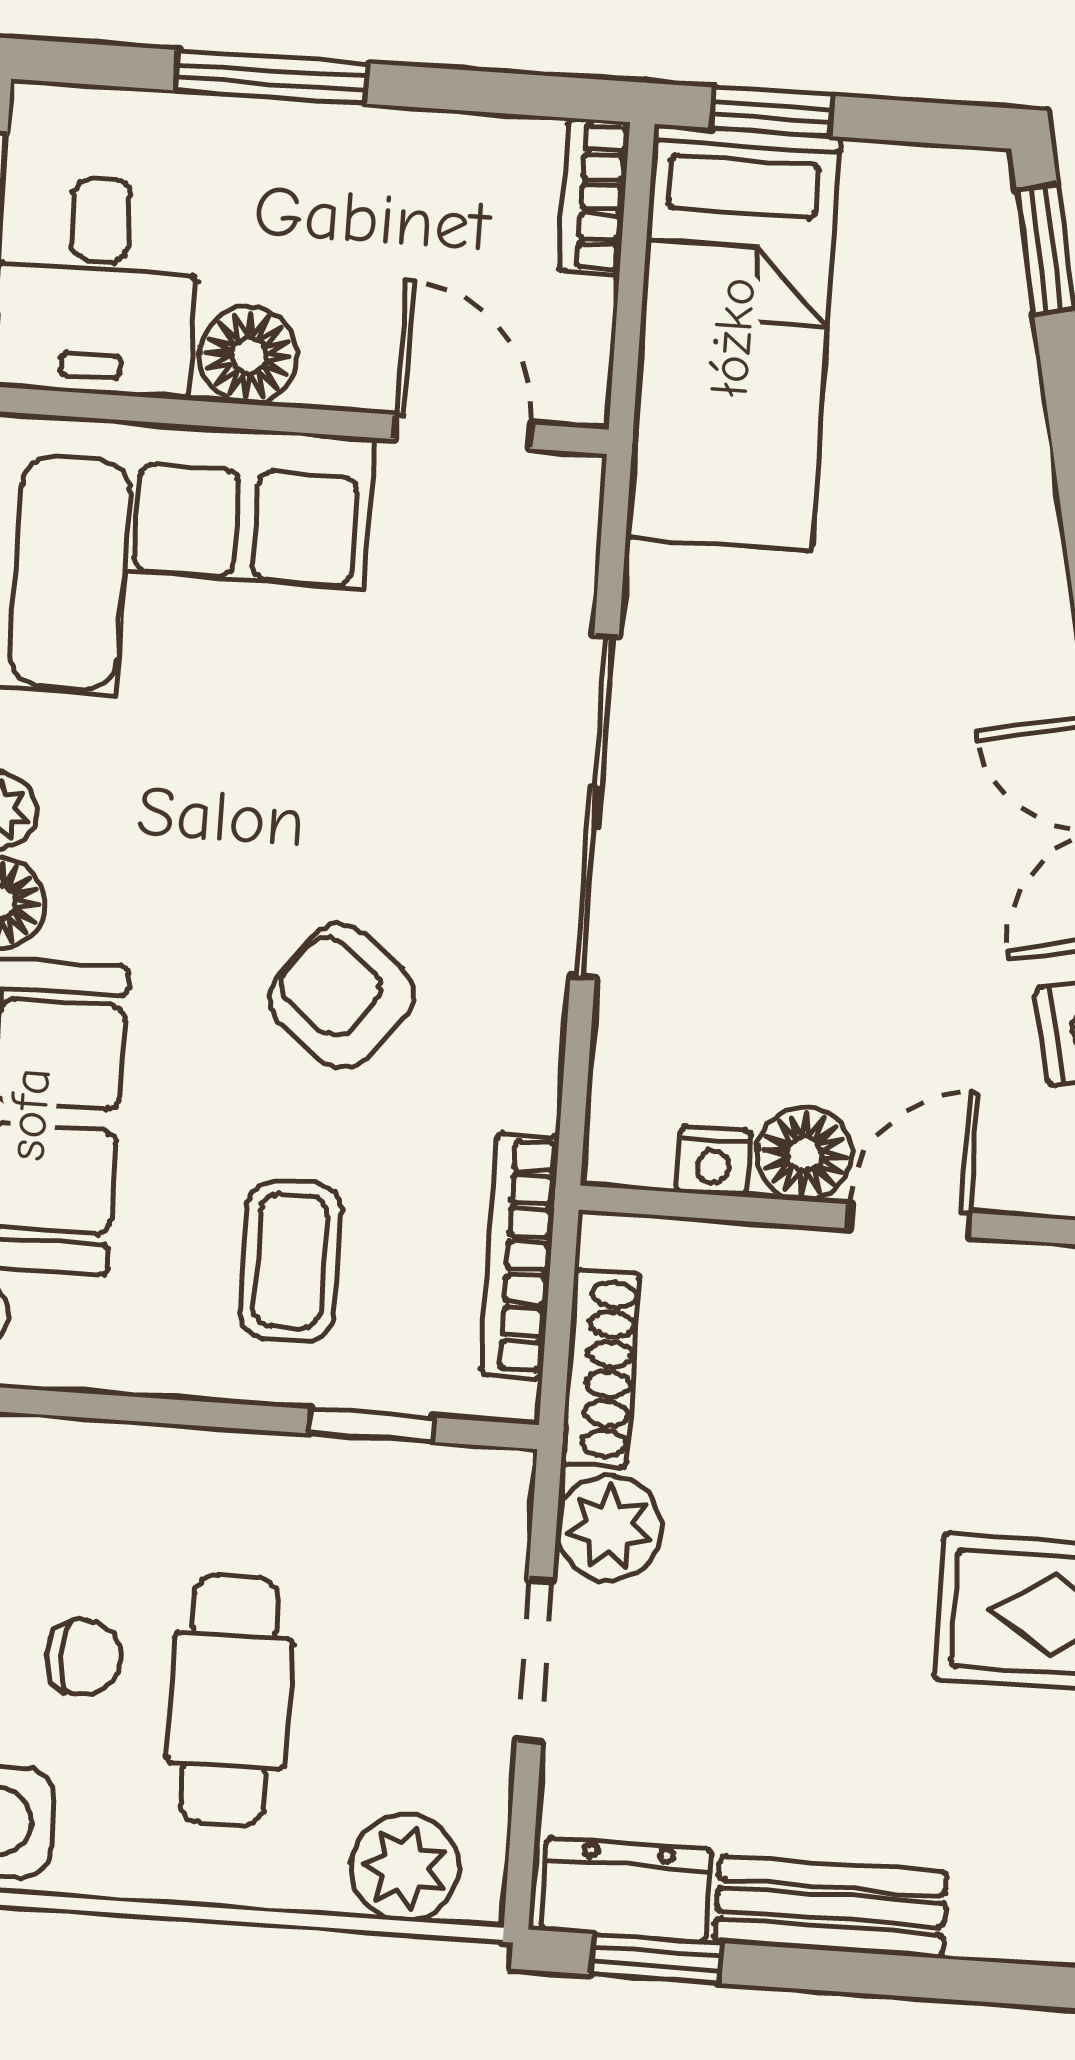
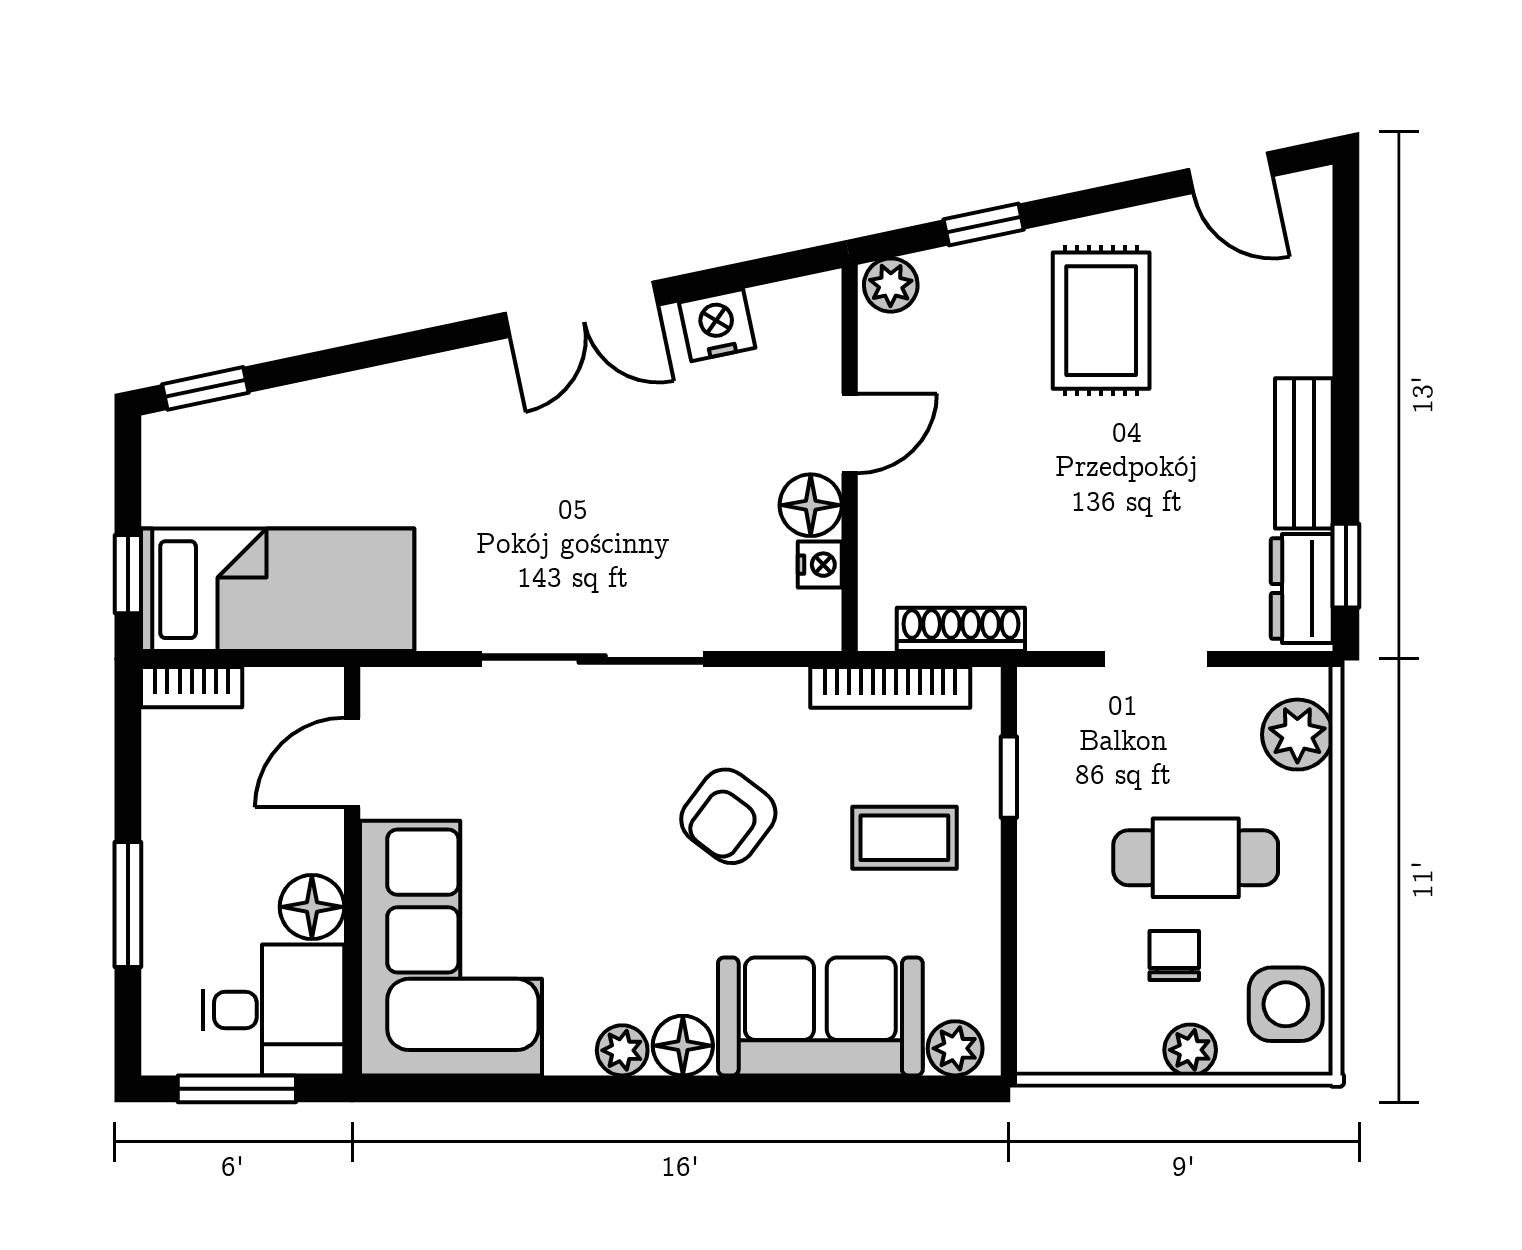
door: (909, 1221) -> (850, 433), swing flipped
plant: (609, 1528) -> (1065, 616), removed

